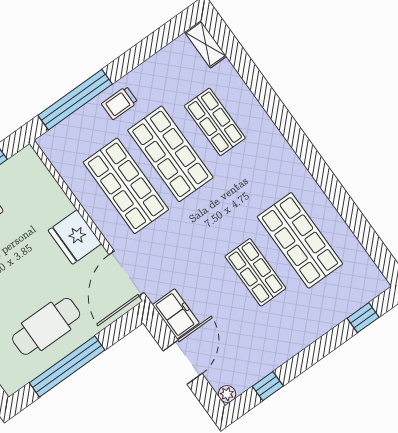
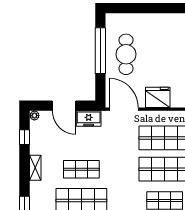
shelving: (300, 340) -> (35, 168), added

